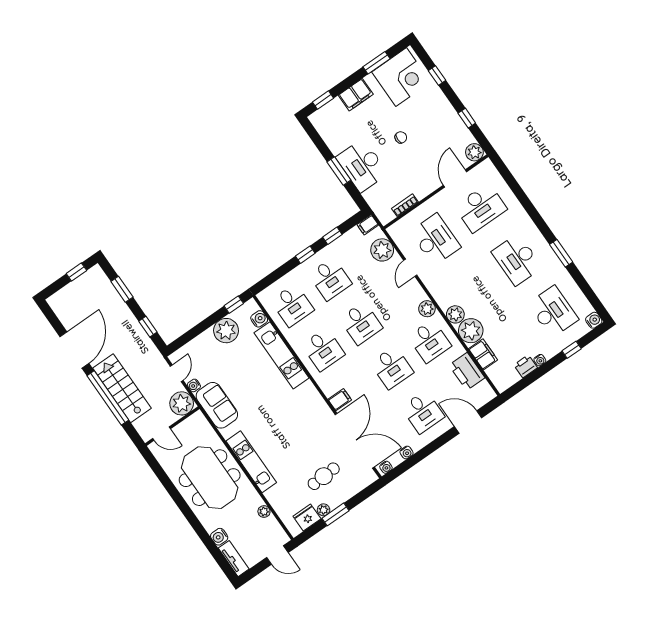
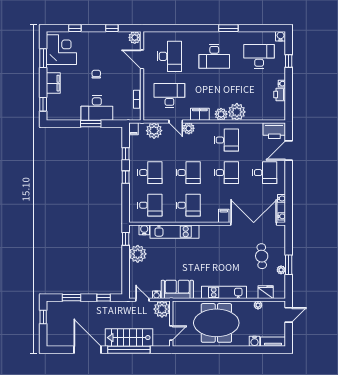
plant: (427, 309) -> (189, 128), moved
filing cabinet: (483, 354) -> (200, 114), moved
printer: (467, 371) -> (274, 131), moved
fridge: (307, 518) -> (266, 292), moved, turned 90

